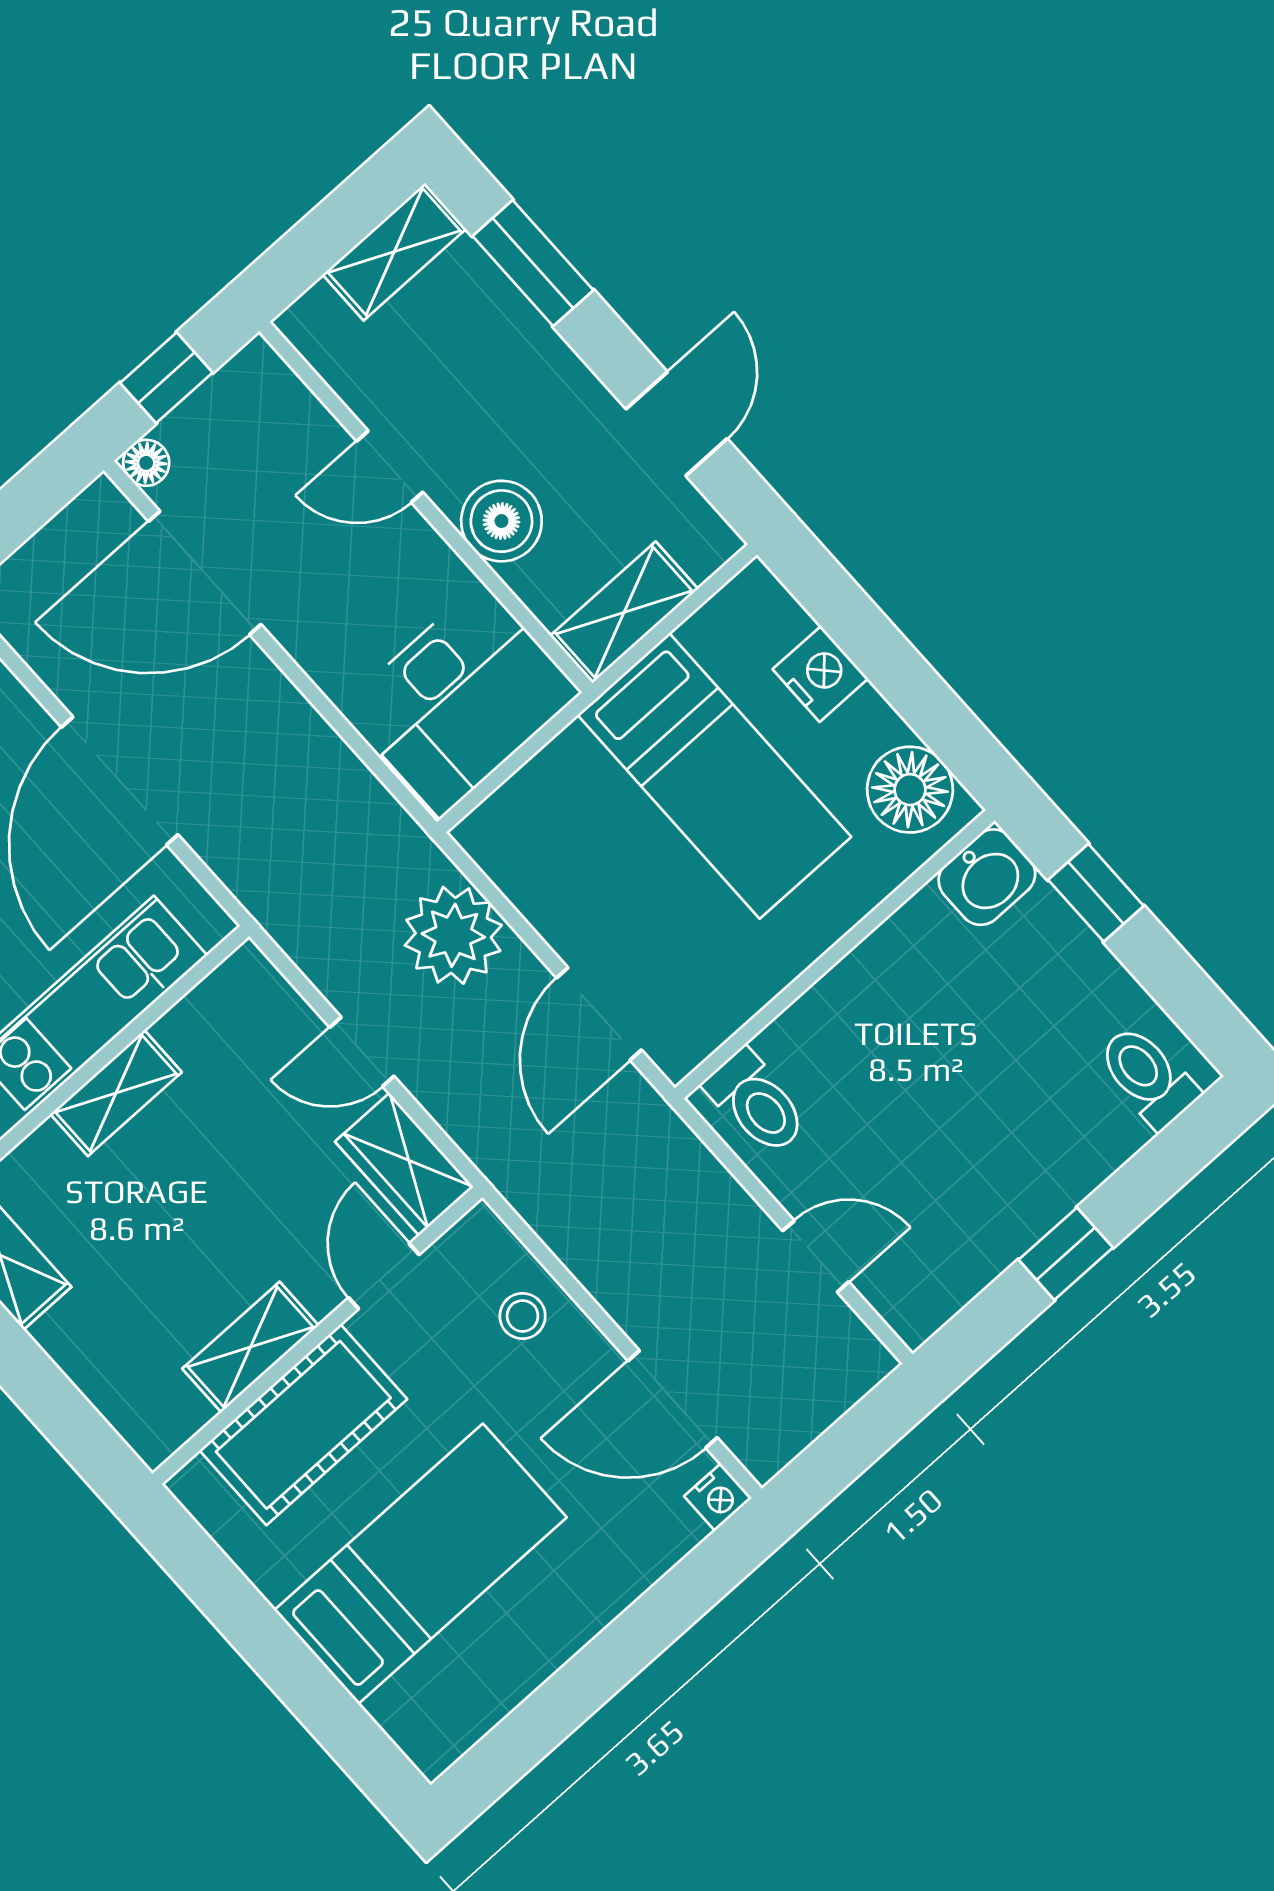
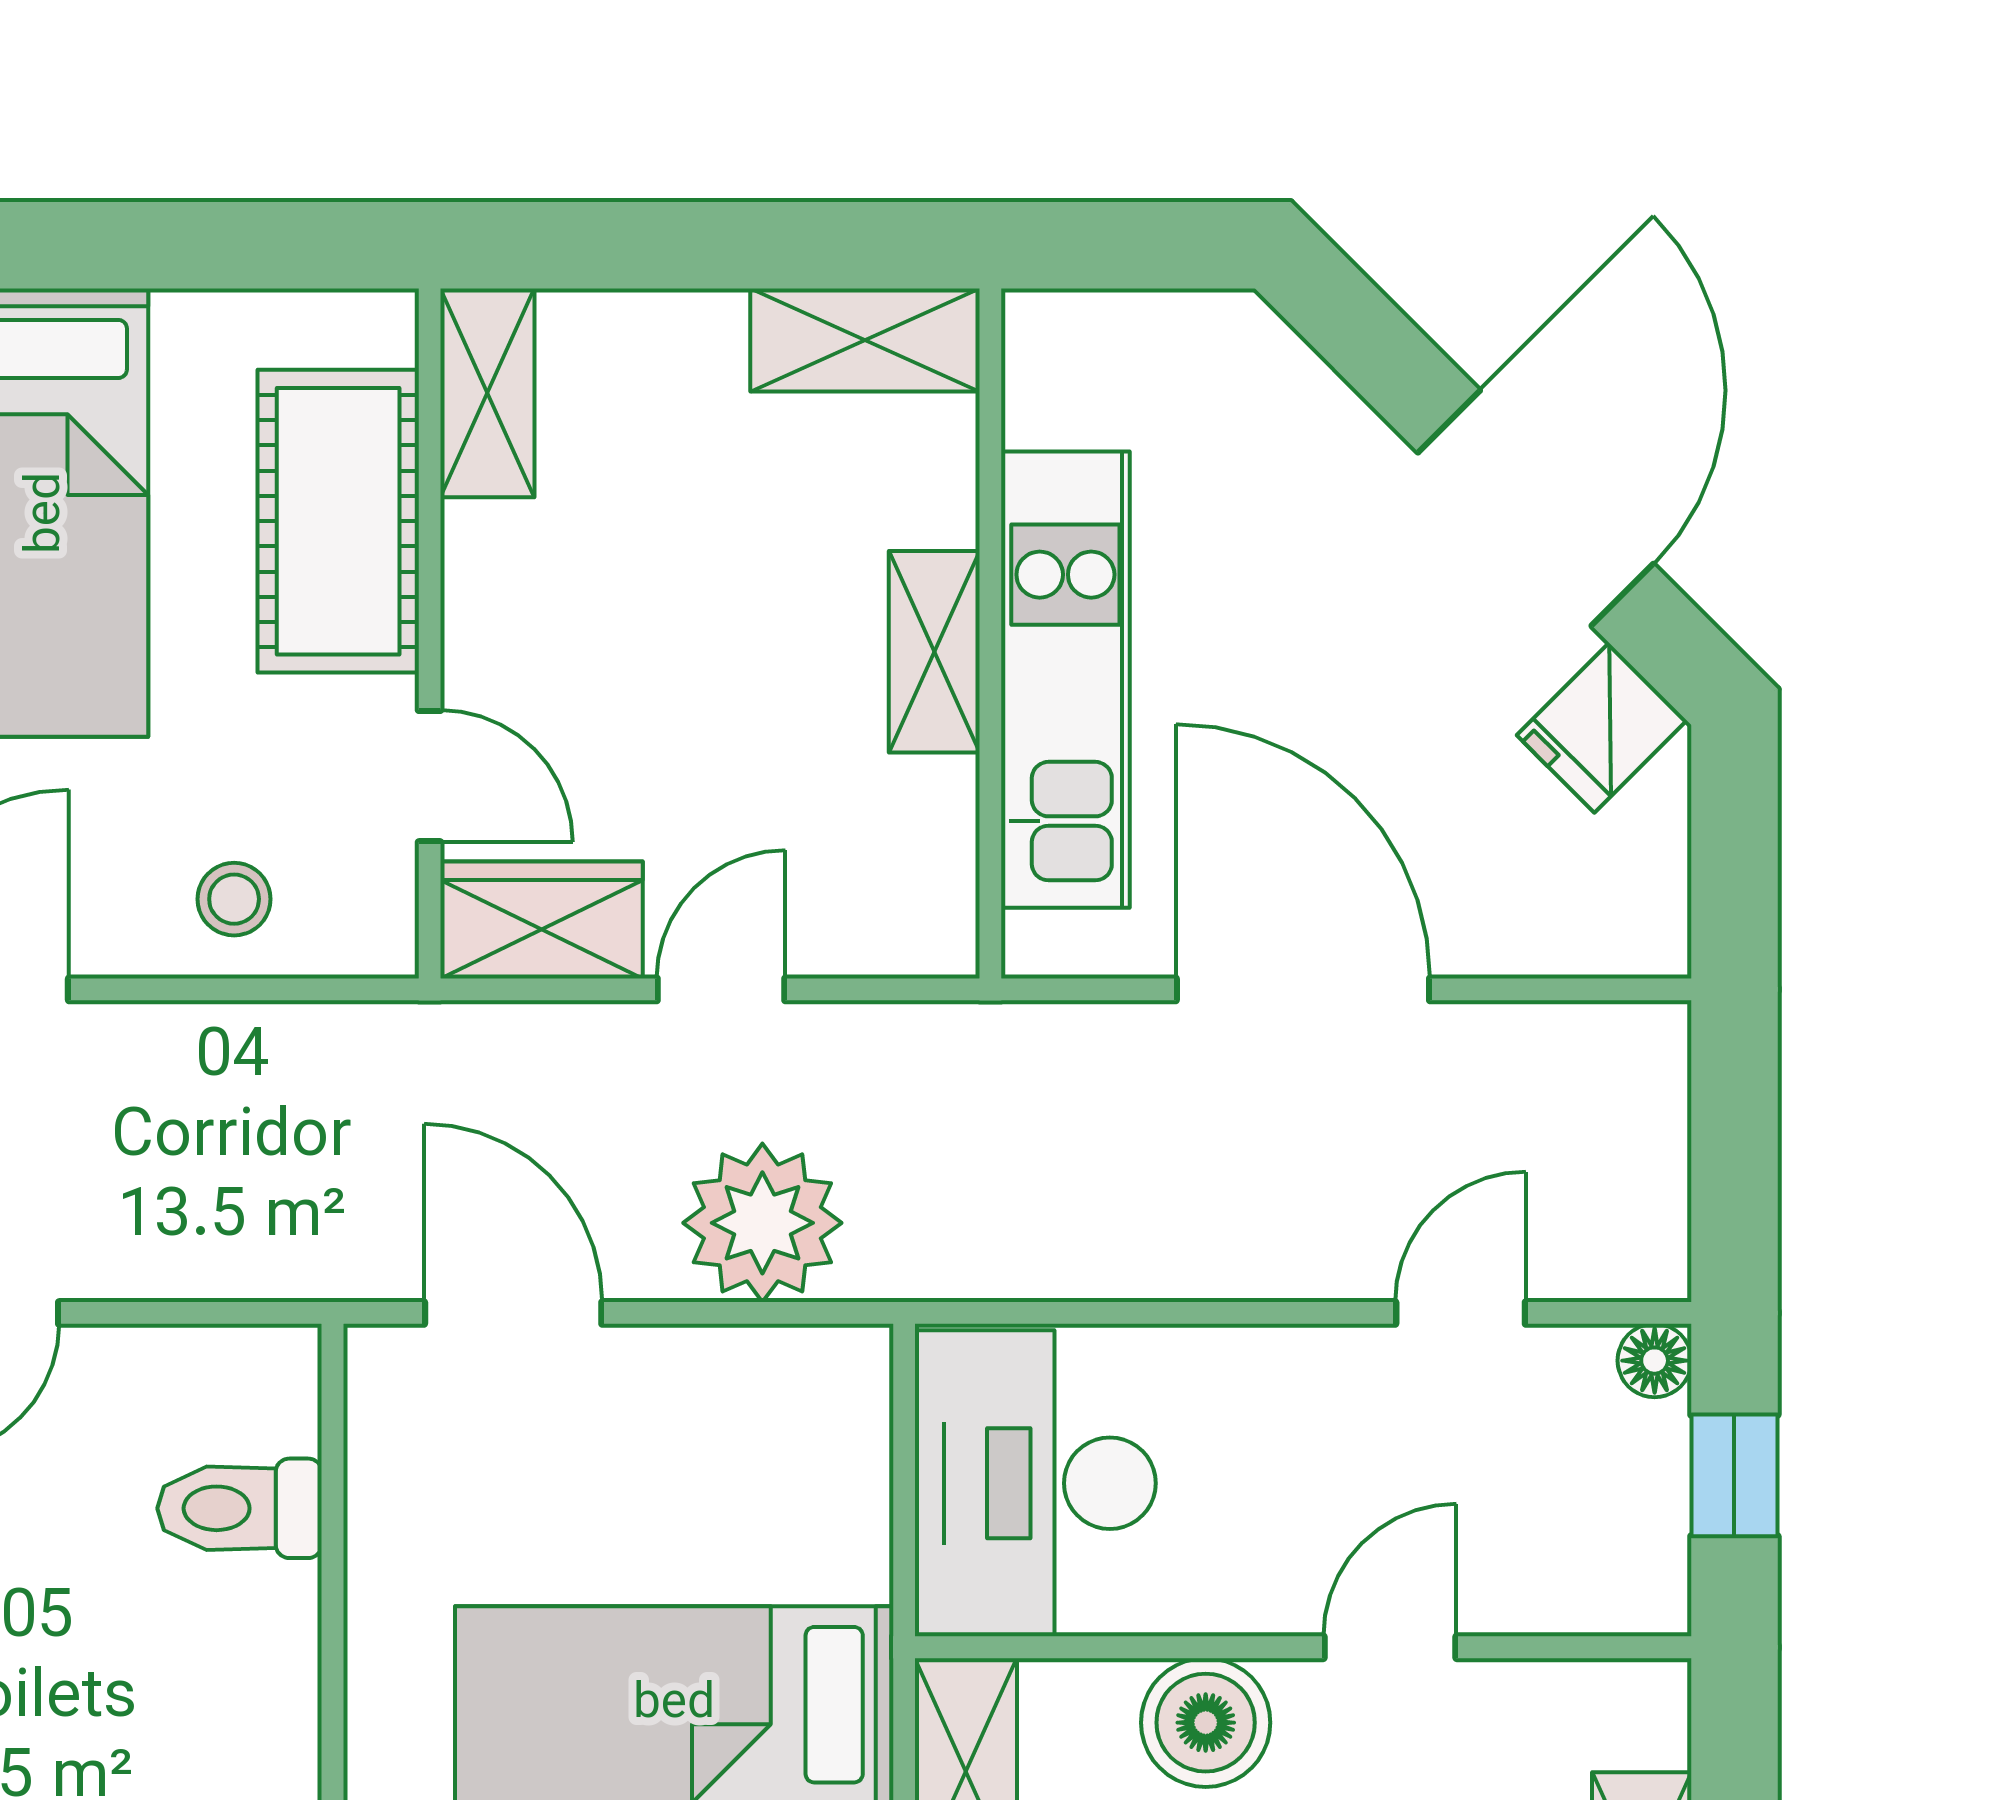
door: (205, 573) -> (1461, 1313), width x0.53
toilet: (756, 1102) -> (240, 1508), moved
shelving: (250, 1347) -> (487, 393), moved

